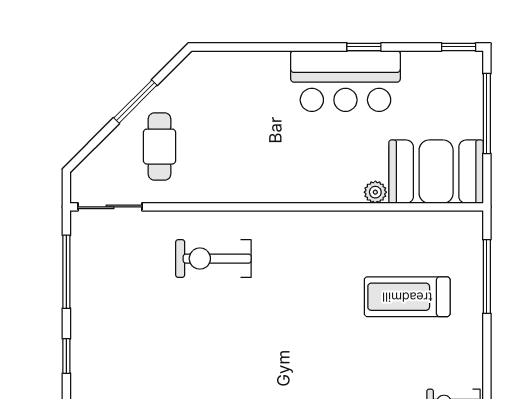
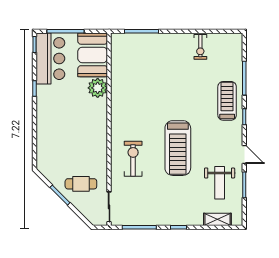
bar counter: (345, 81) -> (50, 59), moved
plant: (375, 192) -> (98, 88), width x1.88, depth x1.88
exercise bike: (213, 259) -> (133, 159), turned 180
treadmill: (407, 297) -> (178, 148), moved, width x1.37, depth x1.38

